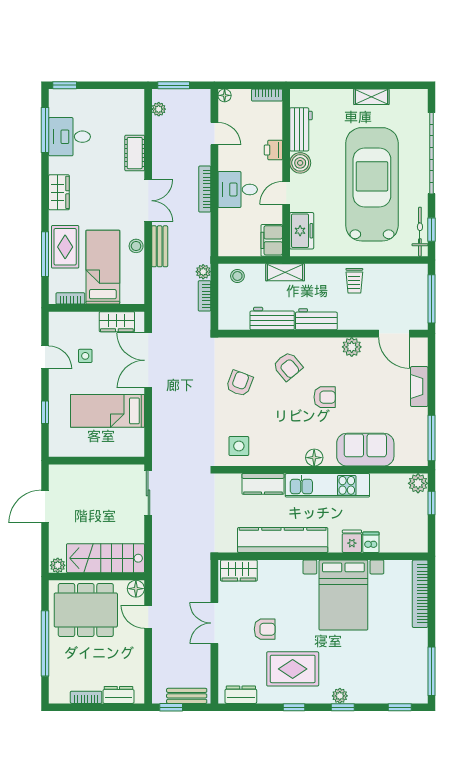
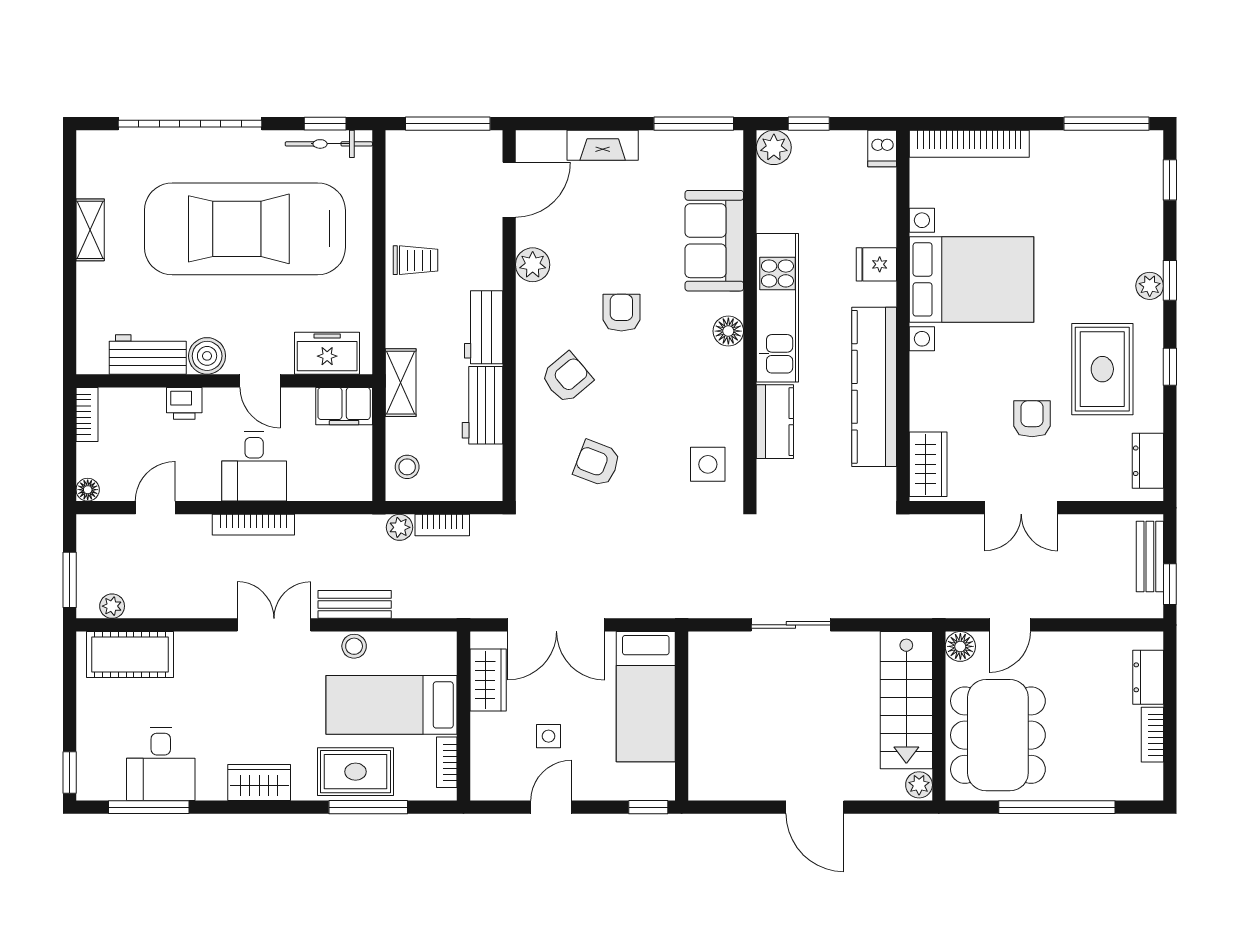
cot: (135, 153) -> (130, 654), moved, width x1.37, depth x1.34
wall: (97, 461) -> (682, 716), moved
dishwasher: (371, 542) -> (882, 148), moved, turned -90

